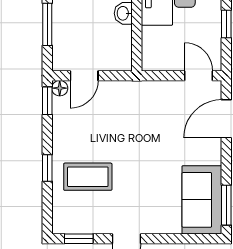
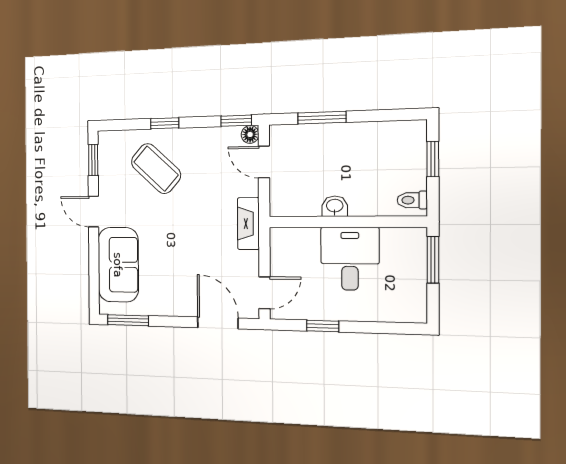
fireplace: (138, 90) -> (248, 224), added
coffee table: (88, 177) -> (156, 169), turned -48
sofa: (202, 200) -> (118, 265), moved, turned 90

